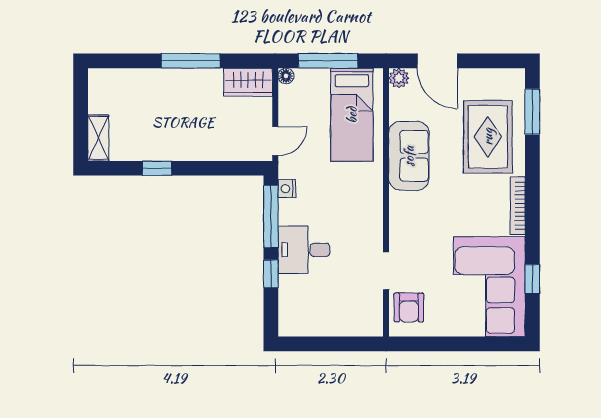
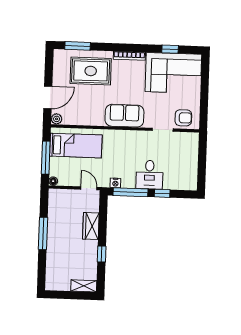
wardrobe: (248, 82) -> (91, 226), moved, turned 180
sofa: (409, 156) -> (124, 116), moved

